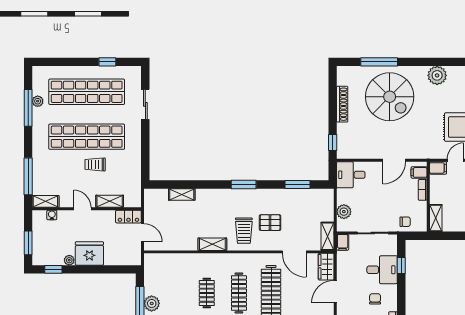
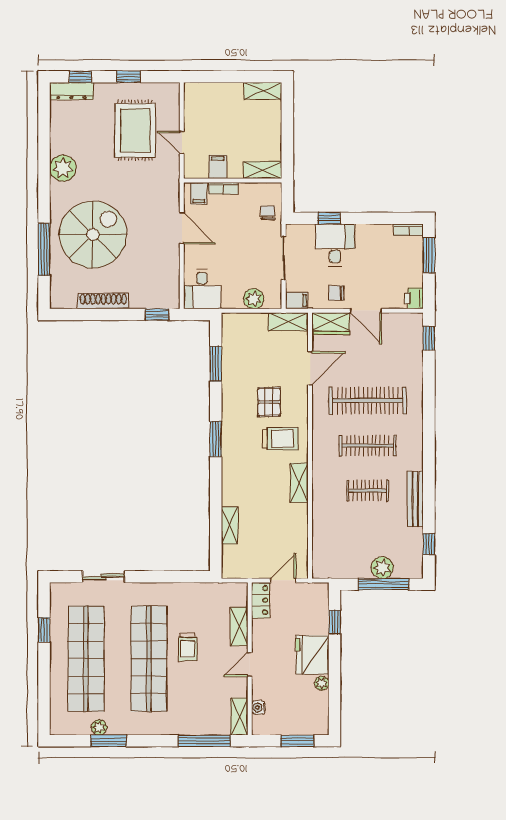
window: (28, 108) -> (108, 741), width x0.69
filing cabinet: (438, 168) -> (218, 167), moved
window: (53, 269) -> (335, 622), moved
chair: (375, 299) -> (336, 293), moved

